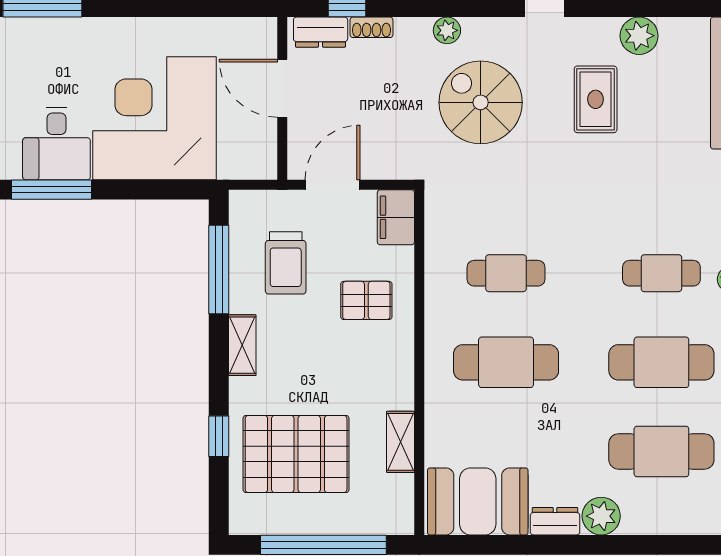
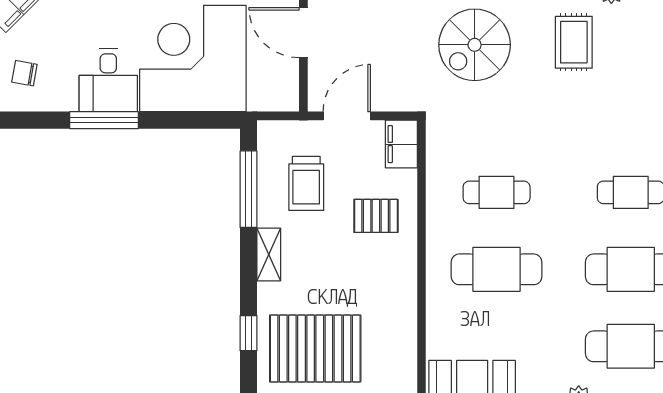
spiral stairs: (481, 102) -> (475, 45), turned -90
shelving: (400, 442) -> (405, 338), removed

